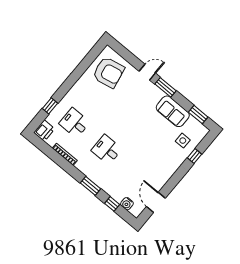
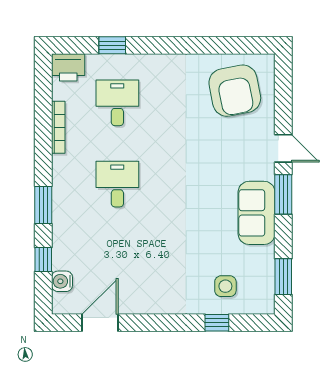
sofa: (173, 111) -> (257, 213), moved

